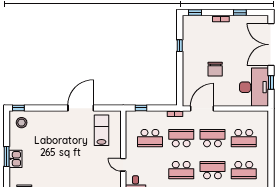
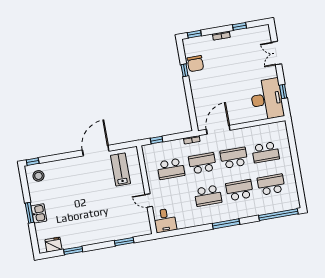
double door: (271, 45) -> (276, 53), width x0.54
chair: (215, 69) -> (195, 64), moved
school desk: (244, 170) -> (271, 185), turned 180

